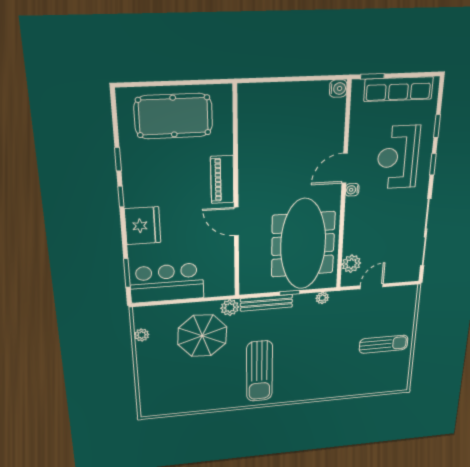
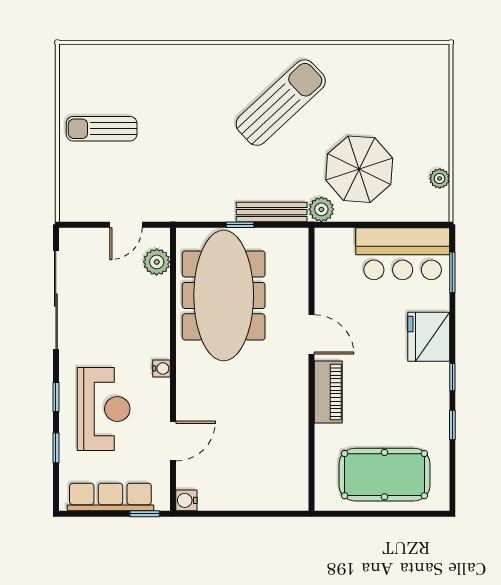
door: (345, 168) -> (173, 441), moved
plant: (322, 298) -> (195, 213), removed
sun lounger: (259, 371) -> (281, 103), turned 47

